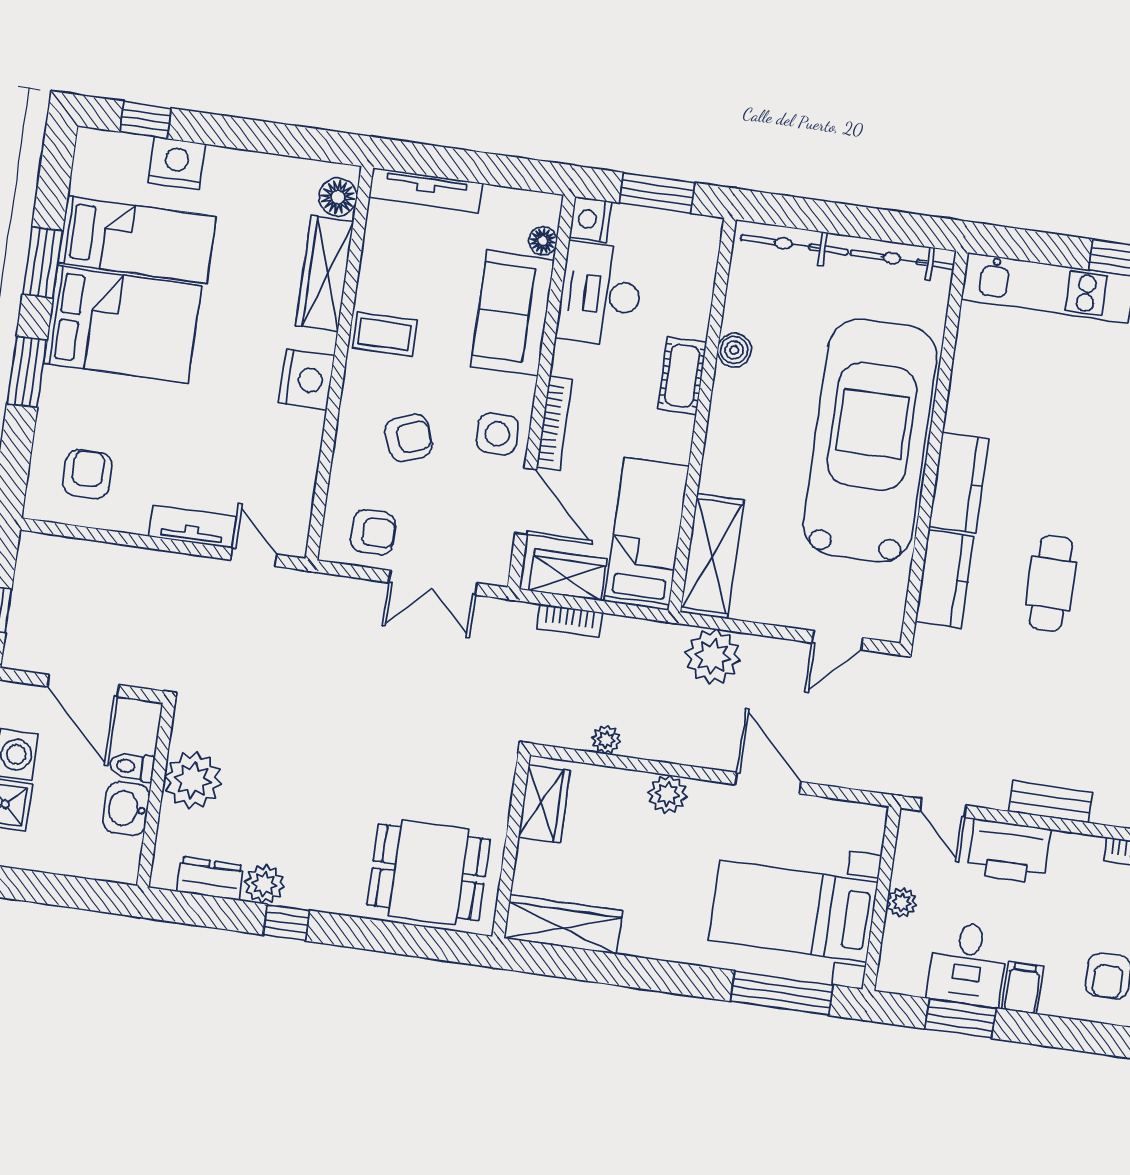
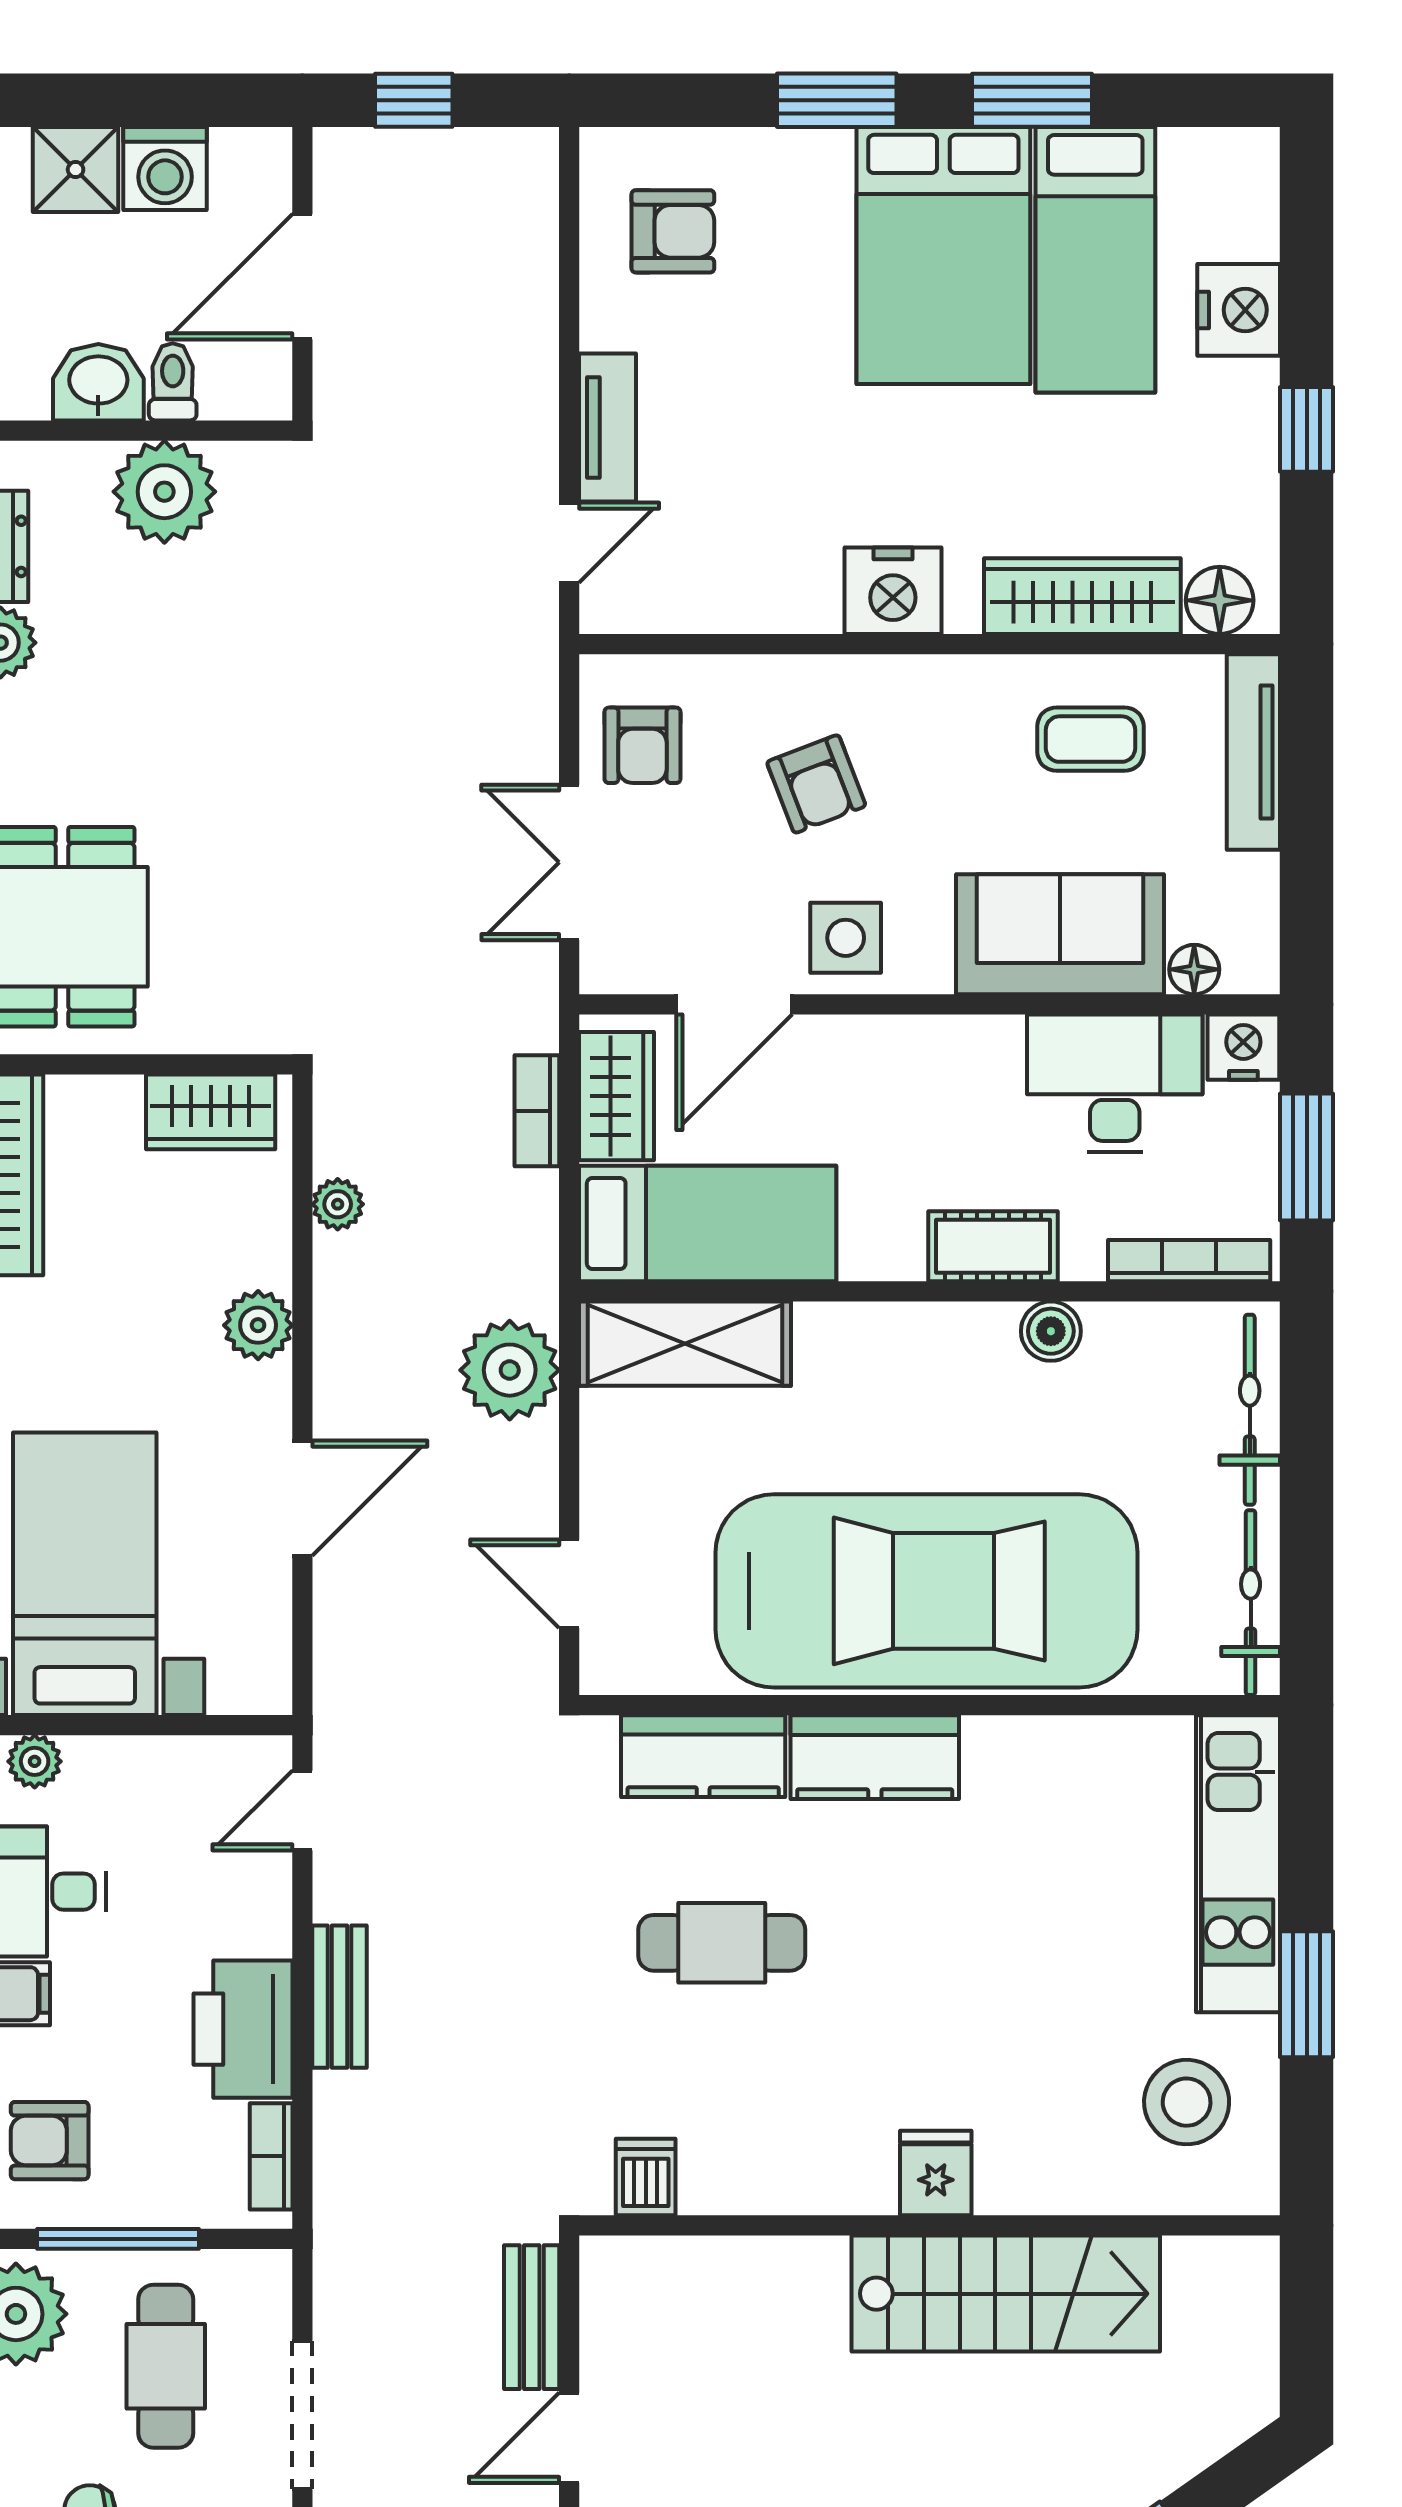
window: (146, 120) -> (1307, 429), moved
coffee table: (385, 334) -> (1091, 739), moved, turned 90
bookcase: (554, 423) -> (1189, 1261), moved, turned 180
printer: (1009, 851) -> (243, 2029), moved
plant: (902, 903) -> (35, 1761), moved

